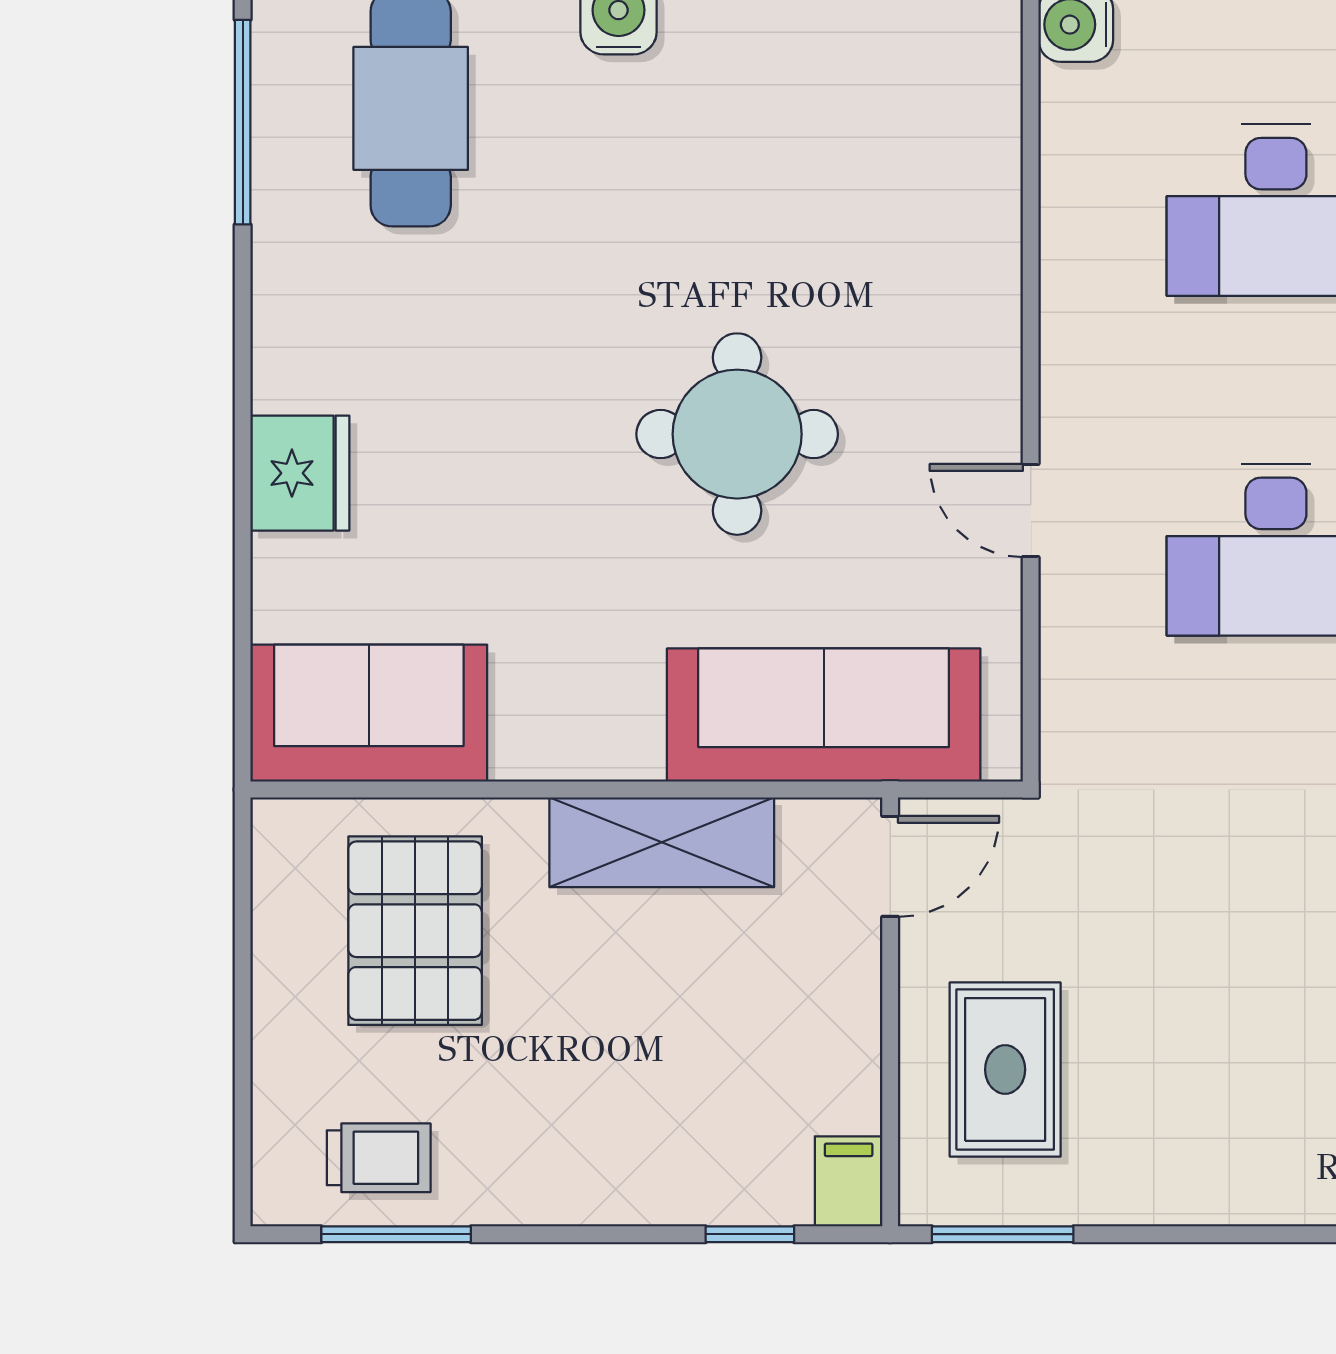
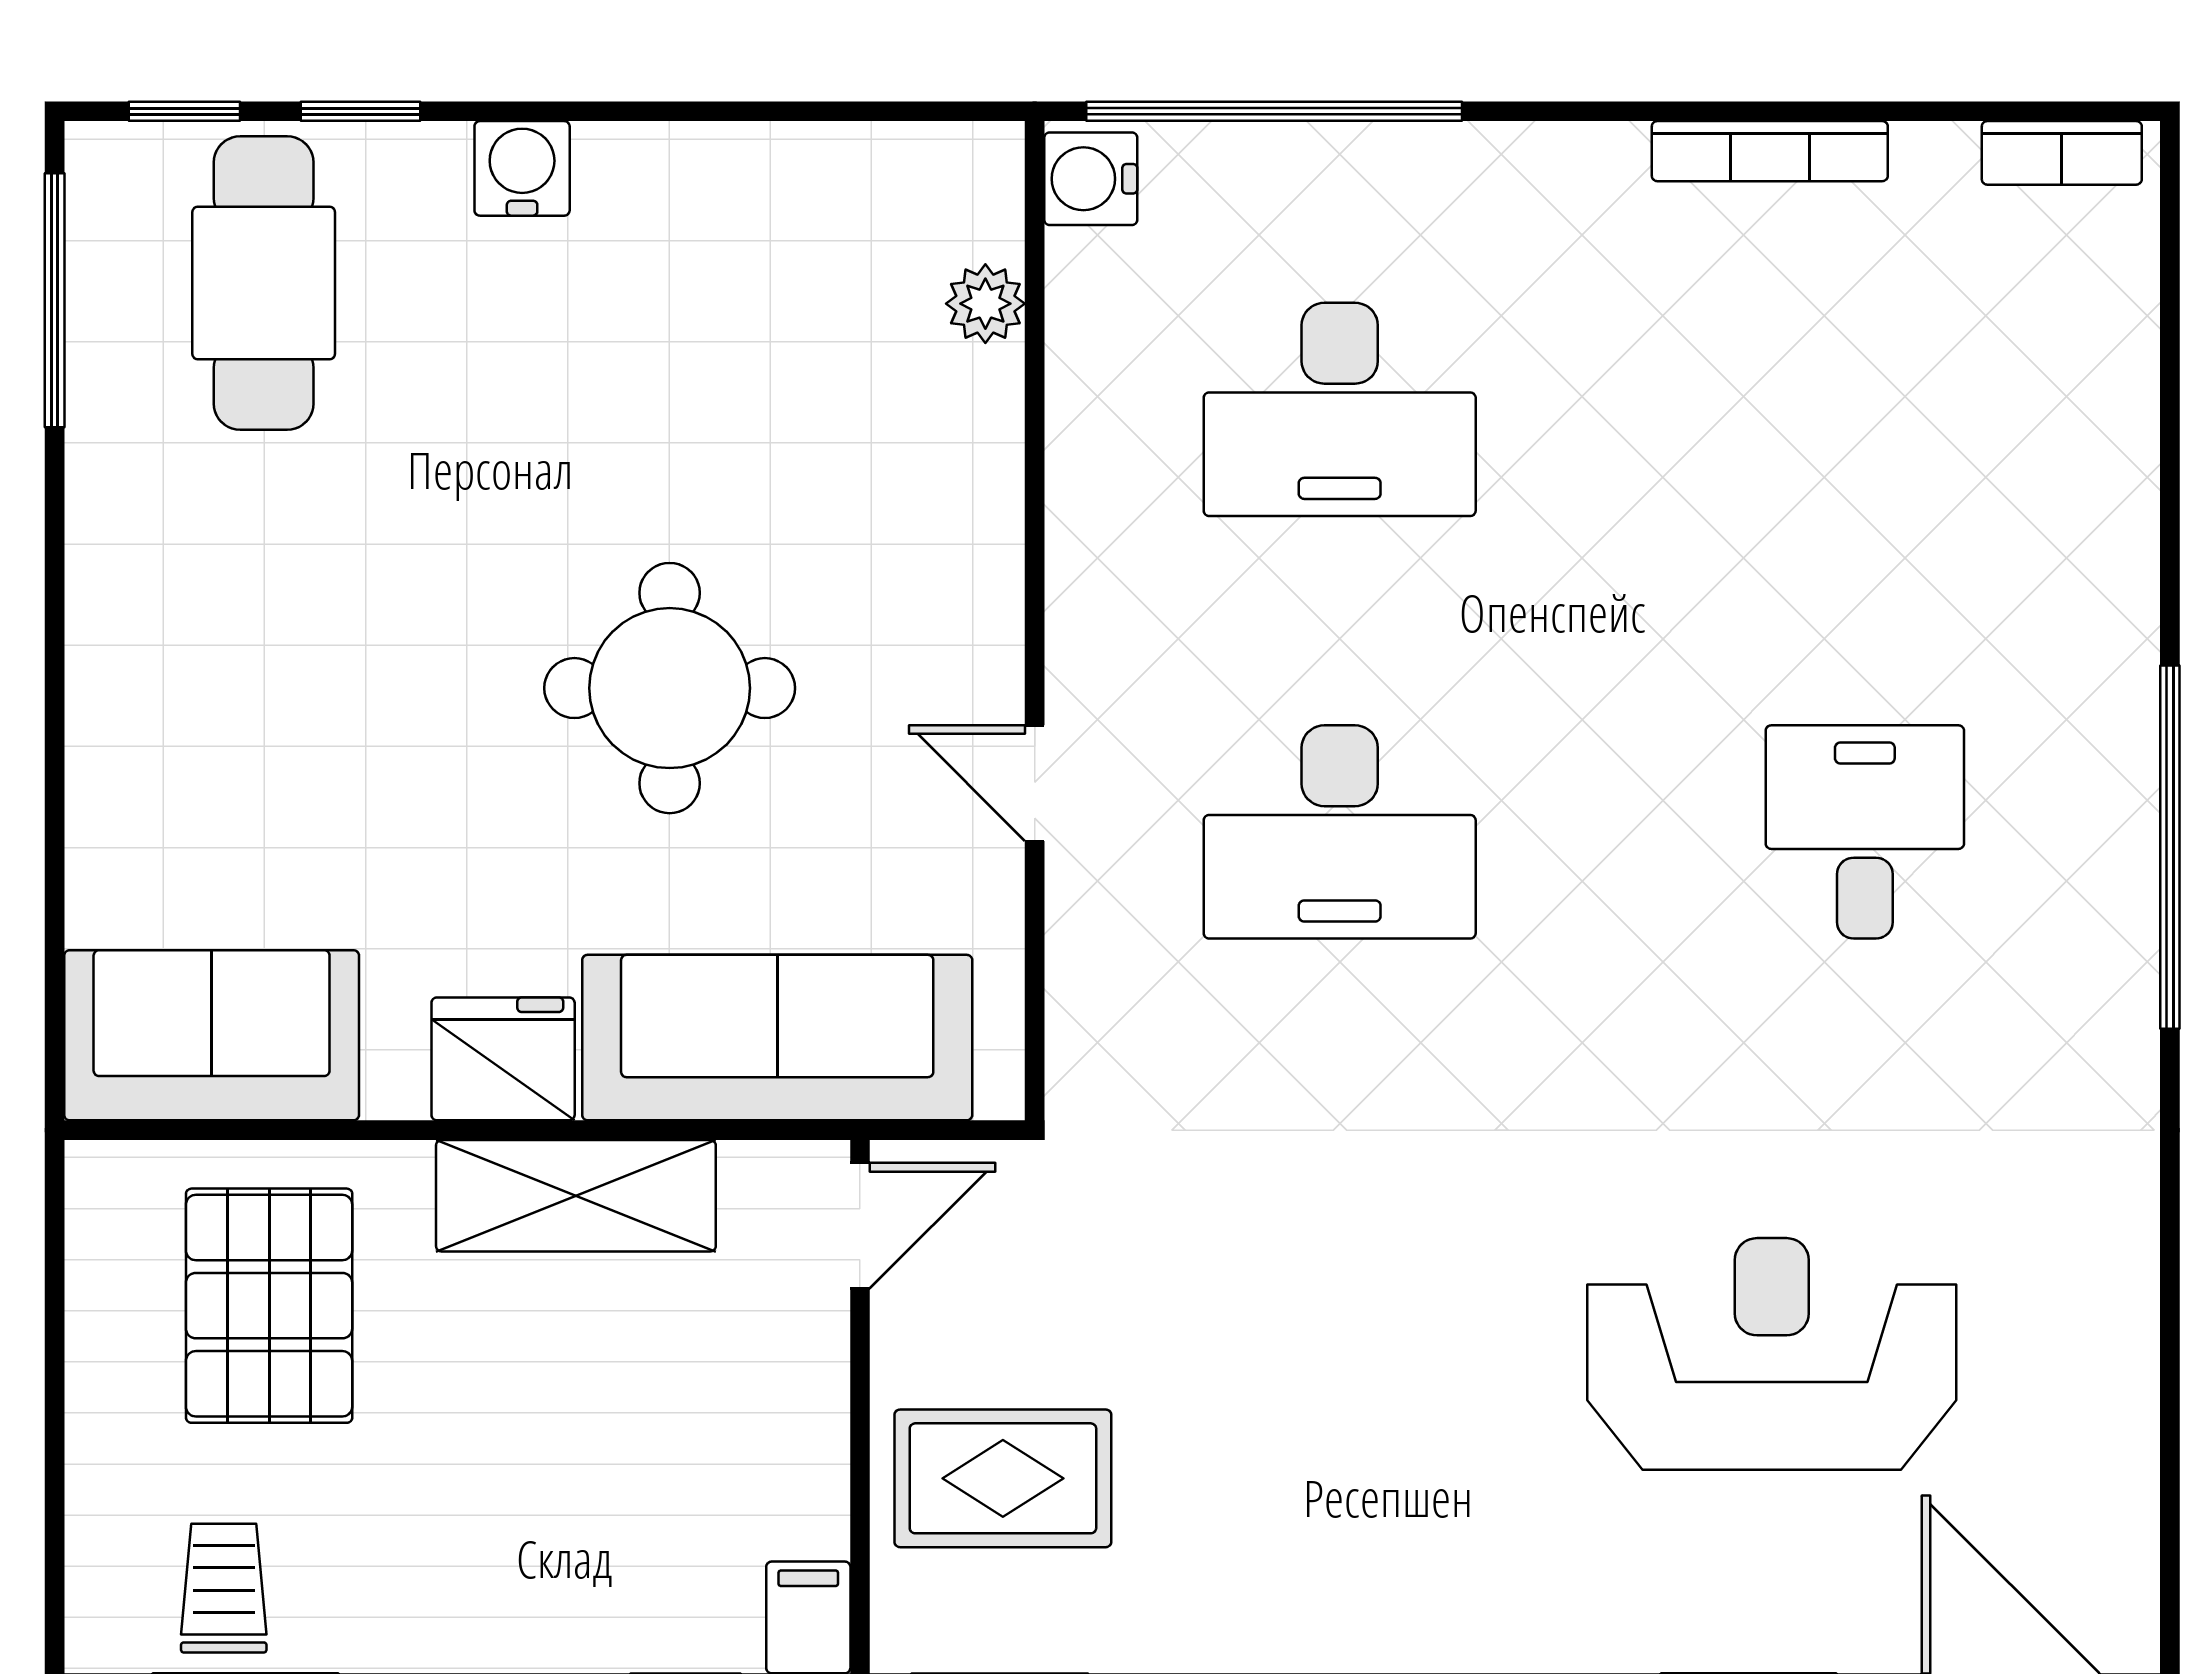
plant: (991, 125) -> (985, 304), added
fridge: (300, 473) -> (503, 1059), moved, turned -90
rug: (1005, 1070) -> (1003, 1478), turned 90
trolley: (379, 1158) -> (224, 1588), turned -90

